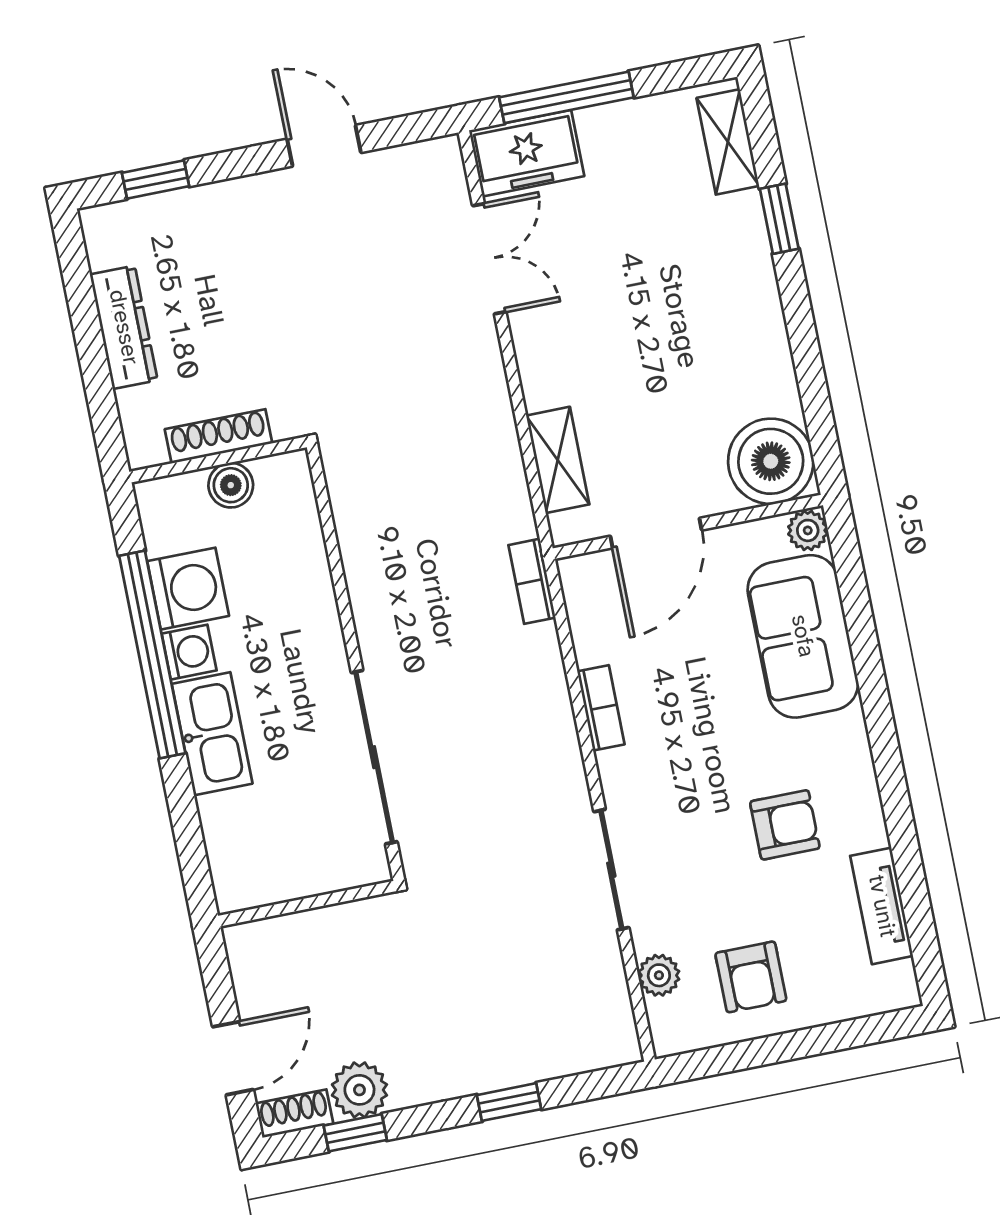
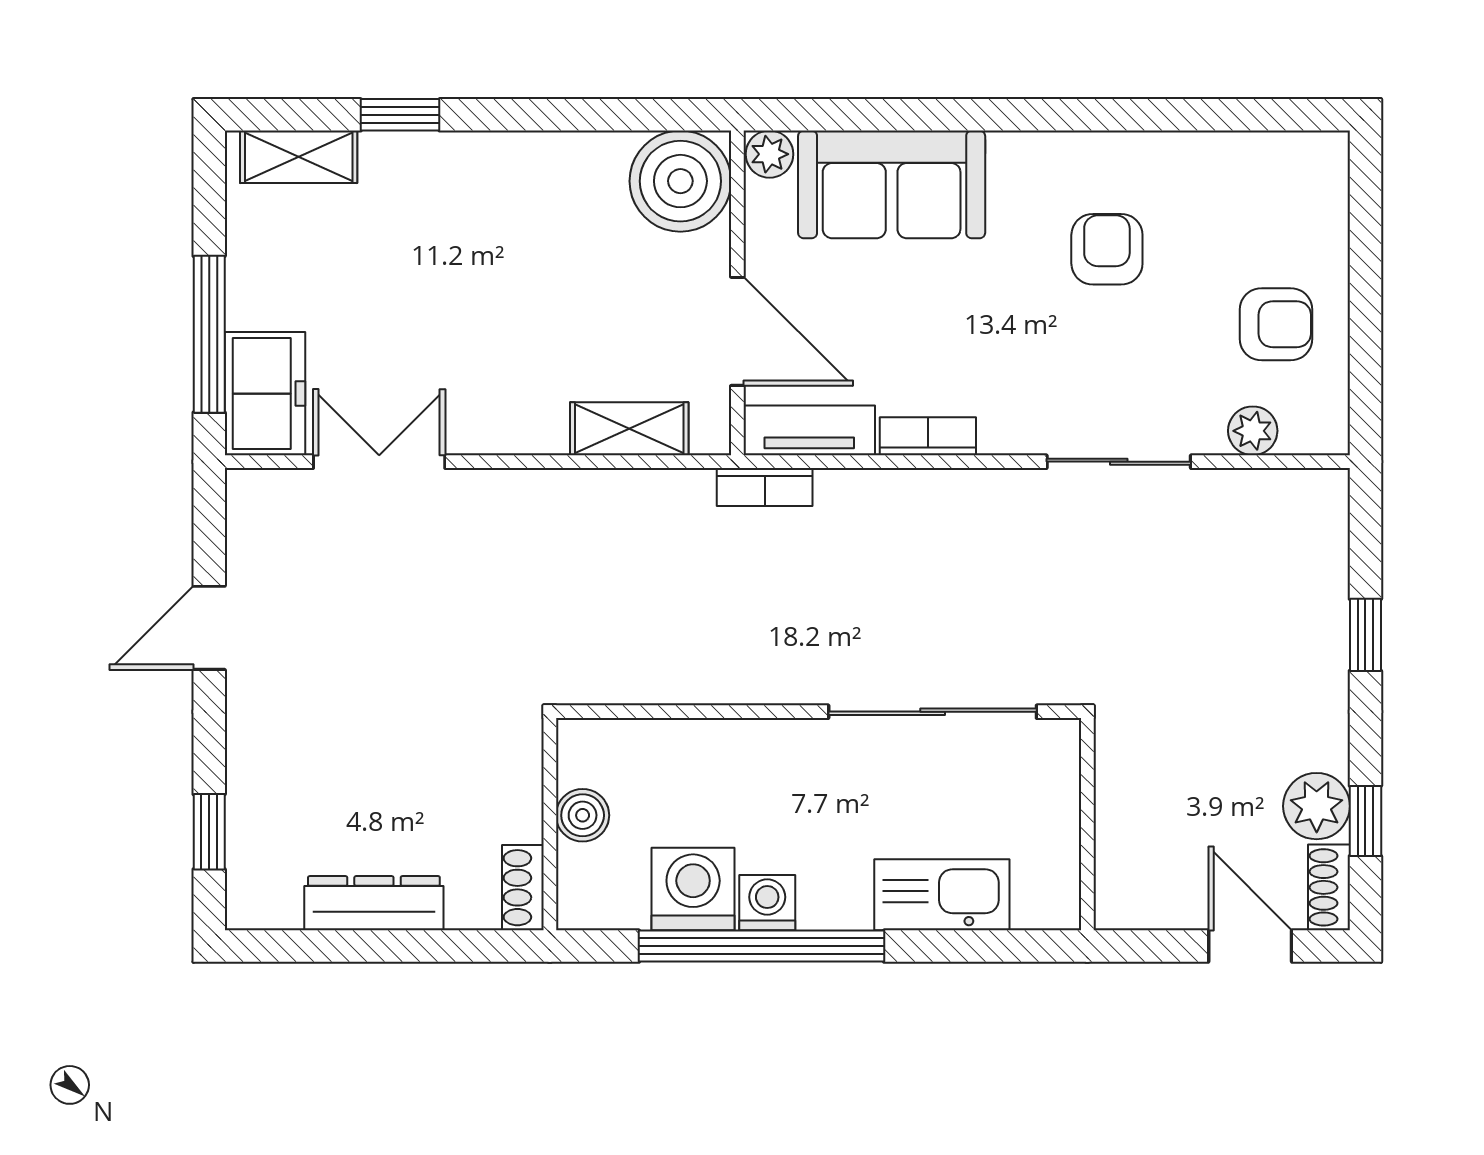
shoe rack: (219, 436) -> (523, 888), moved, width x0.70
kitchen sink: (212, 734) -> (942, 895), moved
tv unit: (882, 906) -> (809, 430), moved, turned 180

